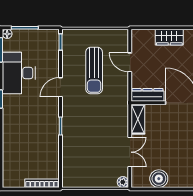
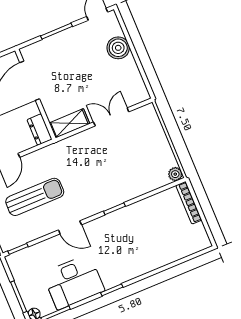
dresser: (148, 95) -> (40, 130), width x0.70
boiler: (159, 179) -> (118, 48), moved
plant: (123, 182) -> (175, 174), moved

